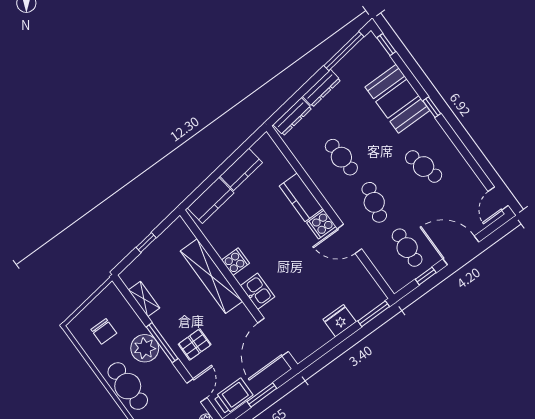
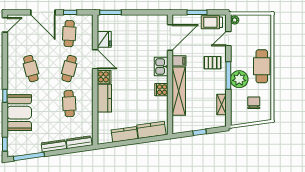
filing cabinet: (240, 315) -> (179, 61), added
fridge: (340, 321) -> (104, 39), moved, turned -90

